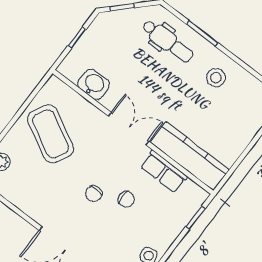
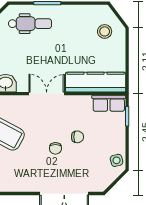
stool: (216, 78) -> (105, 31), moved
row of seats: (164, 172) -> (109, 103), moved

